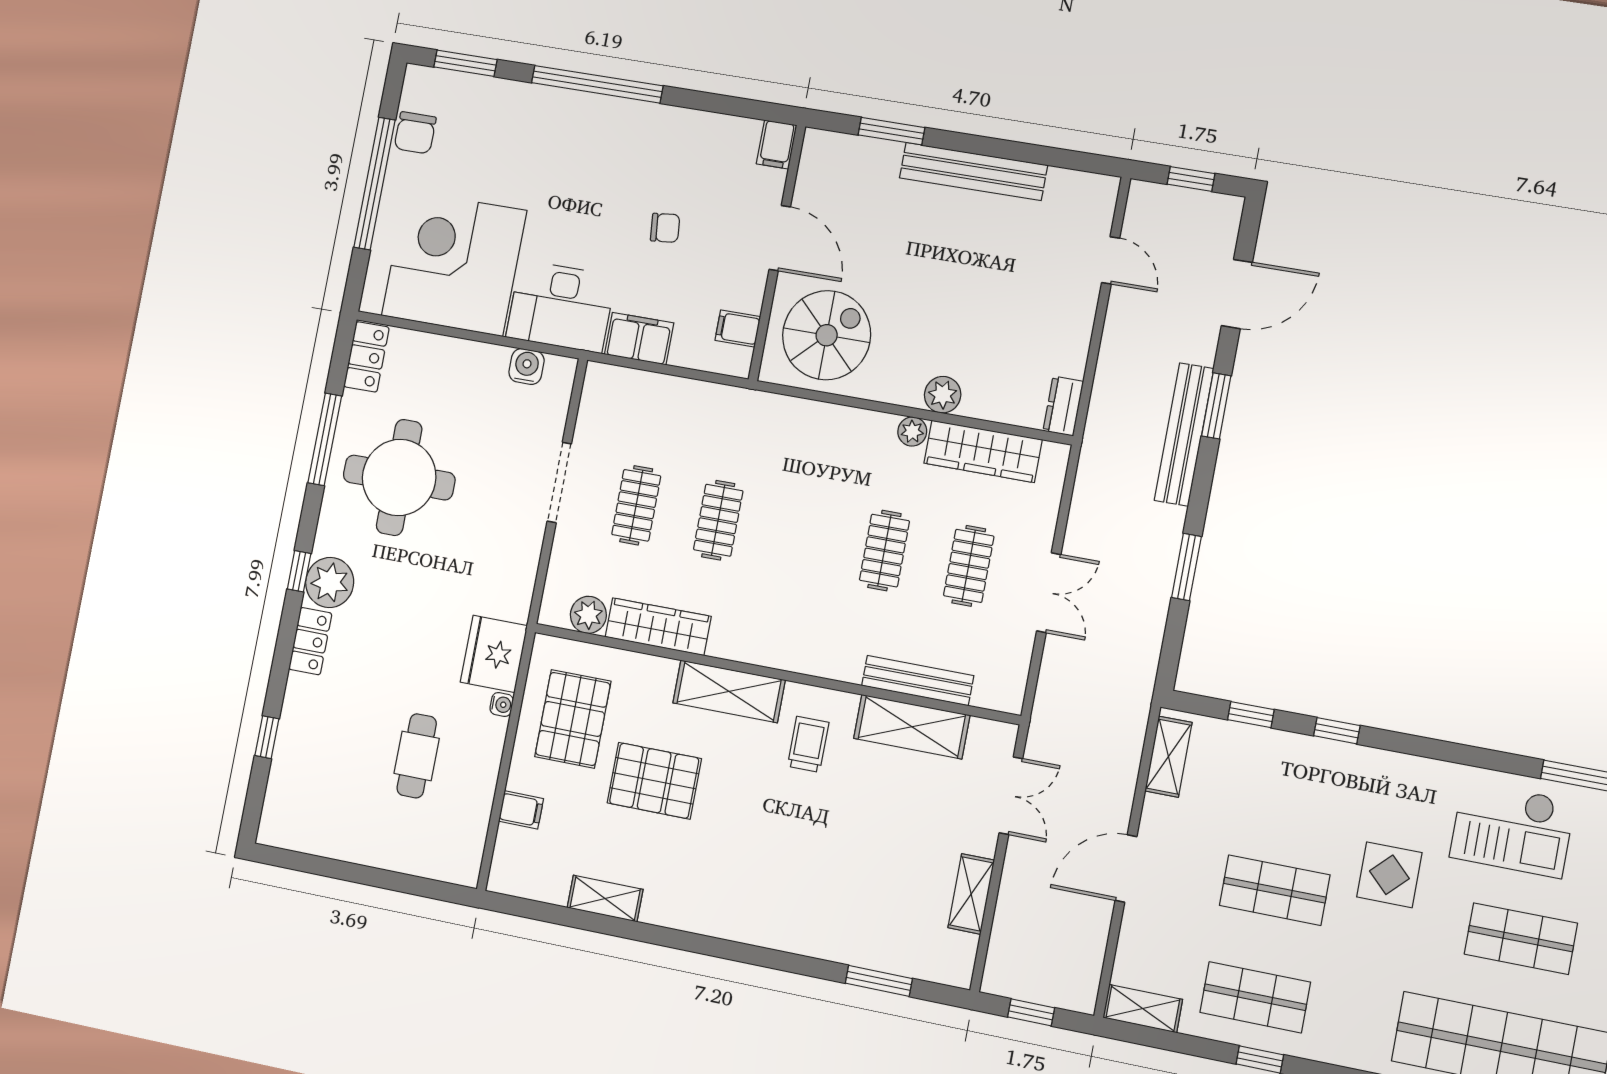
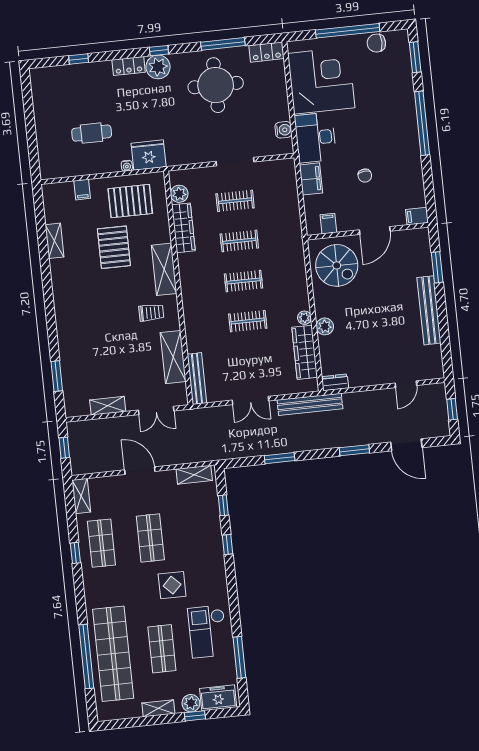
bench: (1184, 434) -> (310, 404), moved
clothes rail: (969, 566) -> (244, 281), moved
bench: (918, 681) -> (197, 379), moved

